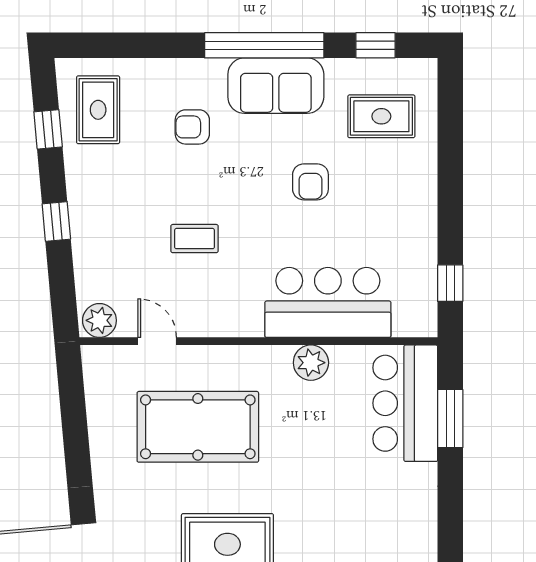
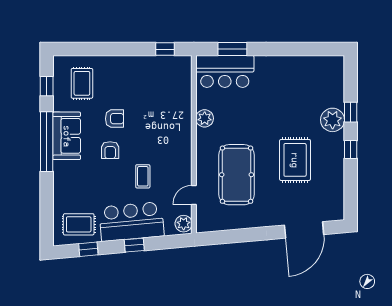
armchair: (192, 127) -> (110, 150), moved
bar counter: (328, 302) -> (131, 222), moved, turned 85

